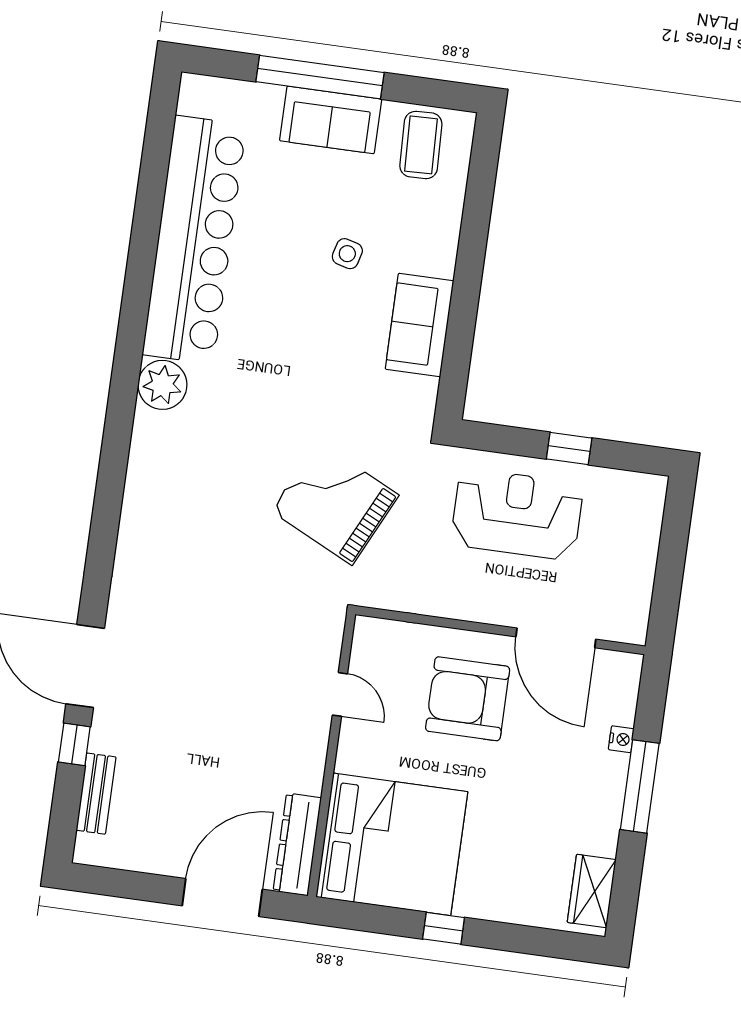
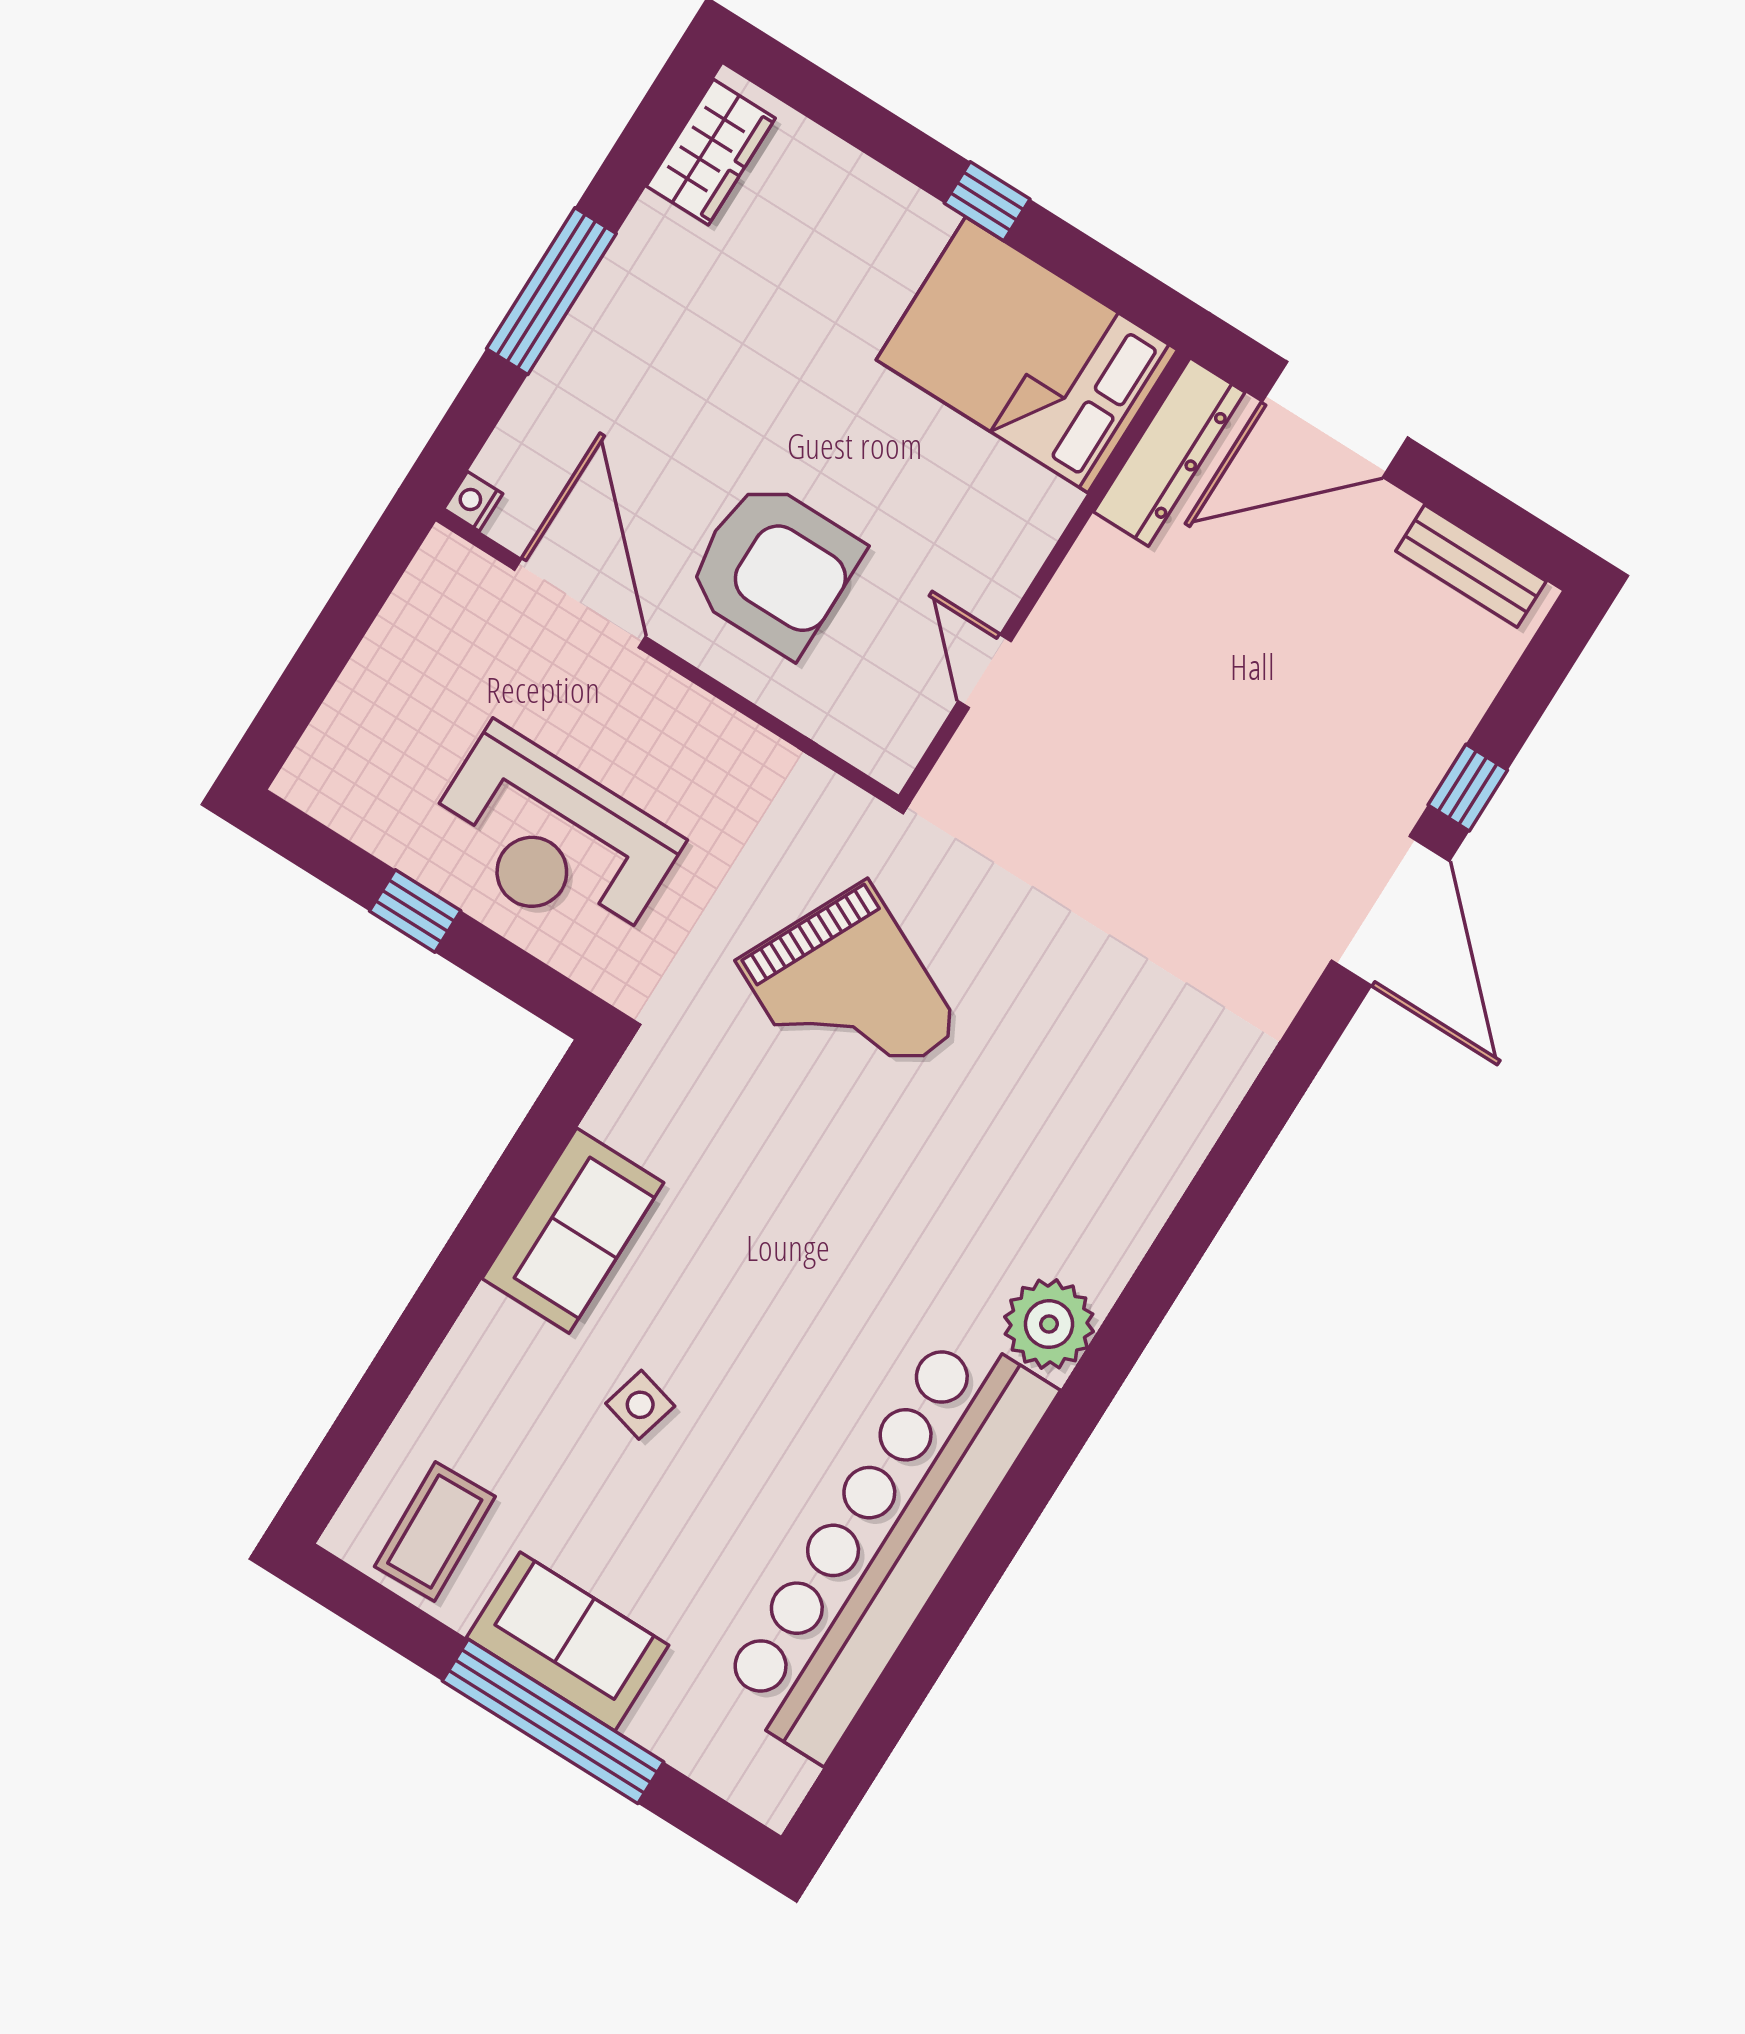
nightstand: (621, 739) -> (473, 501), moved
bench: (96, 794) -> (1471, 566), moved, turned 90
bed: (392, 844) -> (1027, 355), width x0.73

